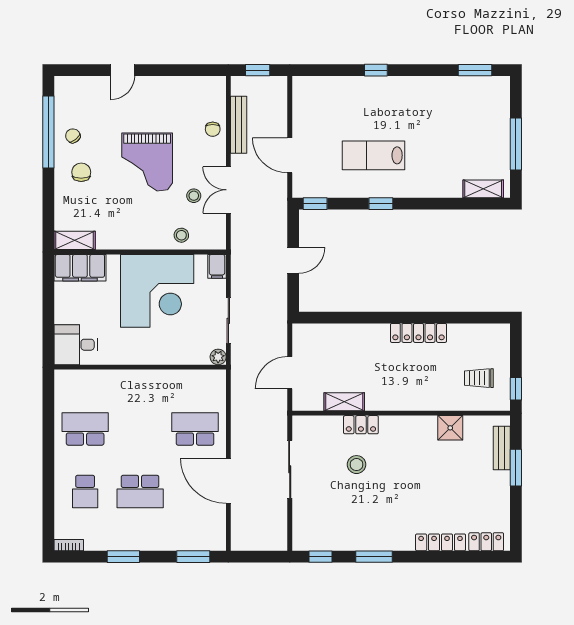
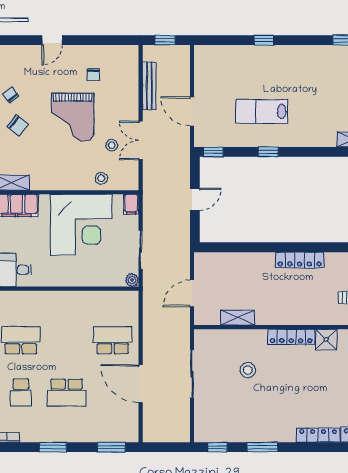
chair: (213, 129) -> (93, 74), moved
chair: (81, 172) -> (18, 126), turned 129
locker: (361, 425) -> (291, 337), moved, width x1.53

